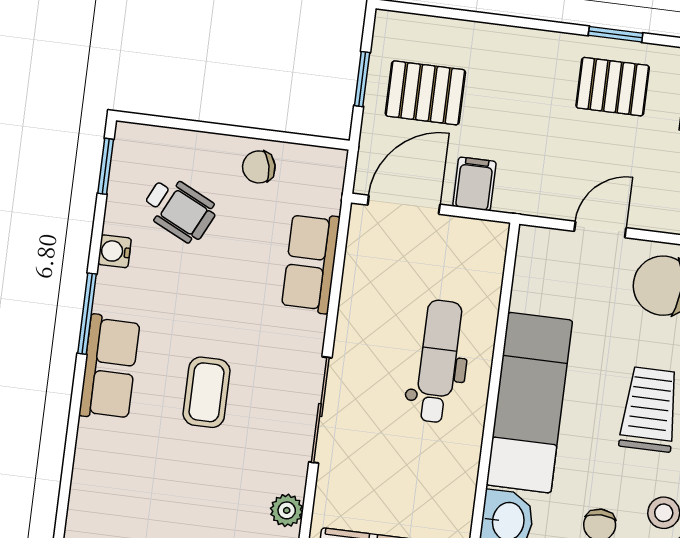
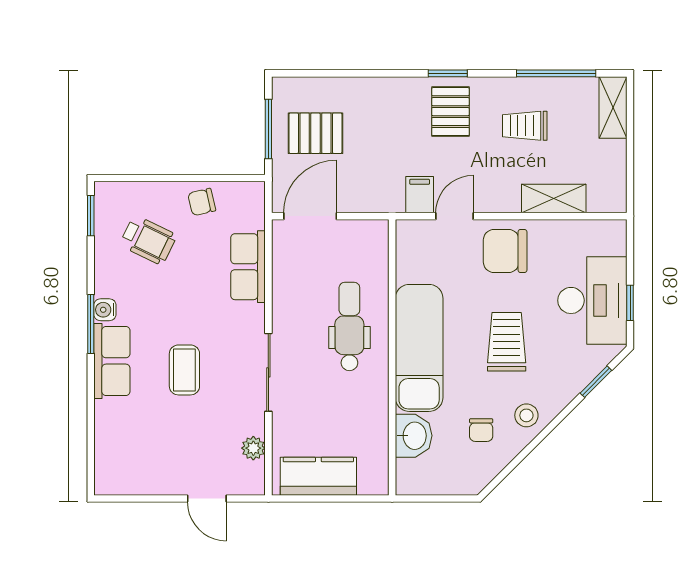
window: (362, 79) -> (268, 129), width x1.50
pallet: (613, 87) -> (450, 112), turned 90
filing cabinet: (474, 184) -> (420, 195), moved
water cooler: (115, 251) -> (105, 310), moved

